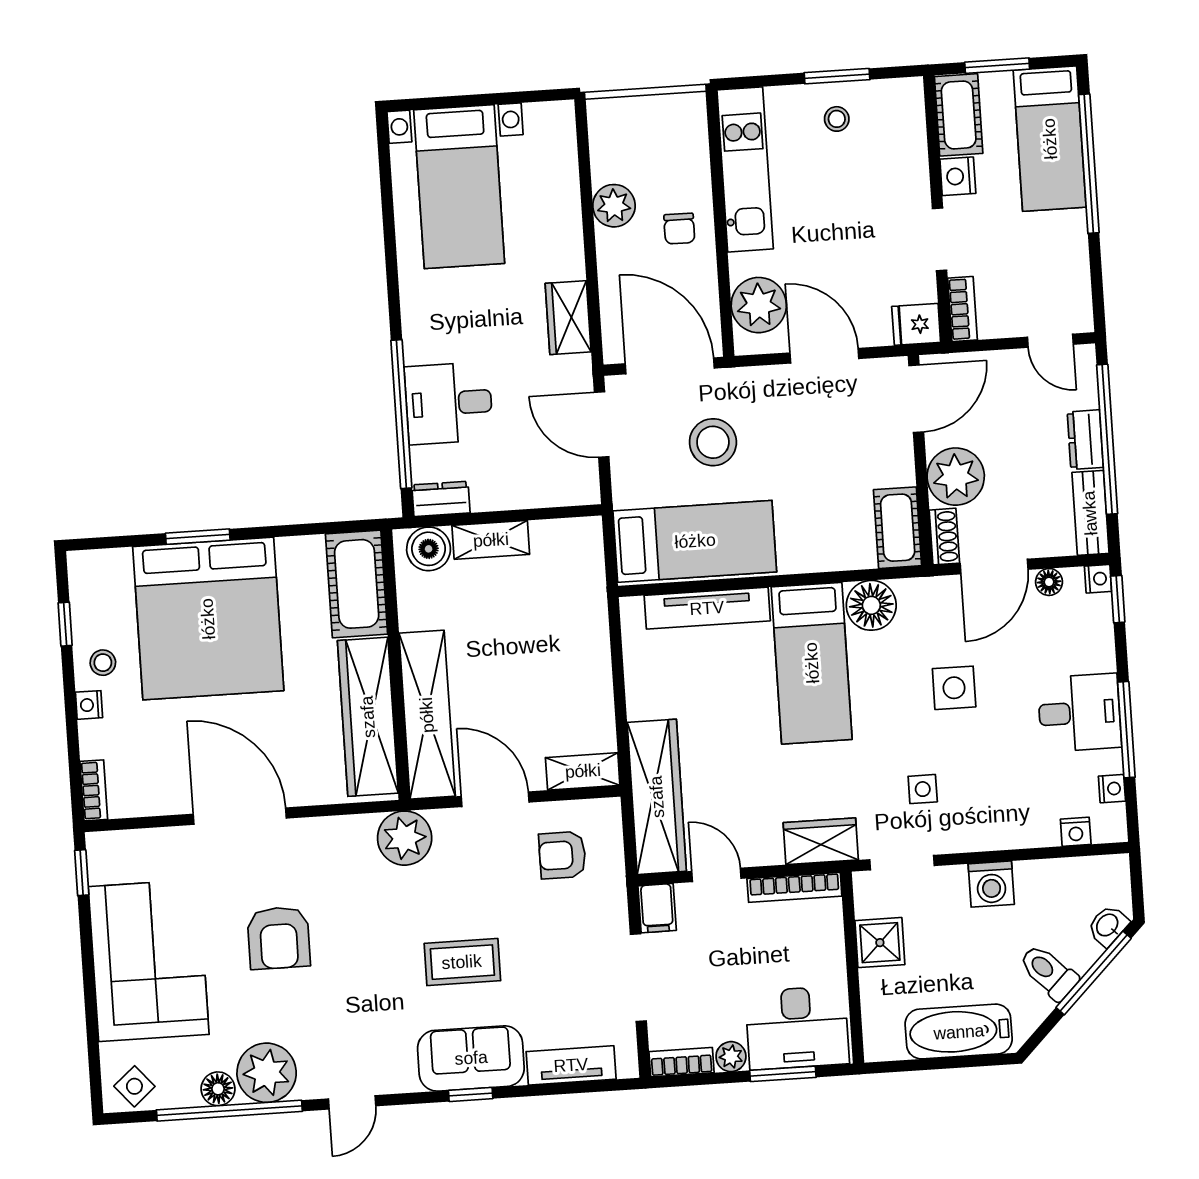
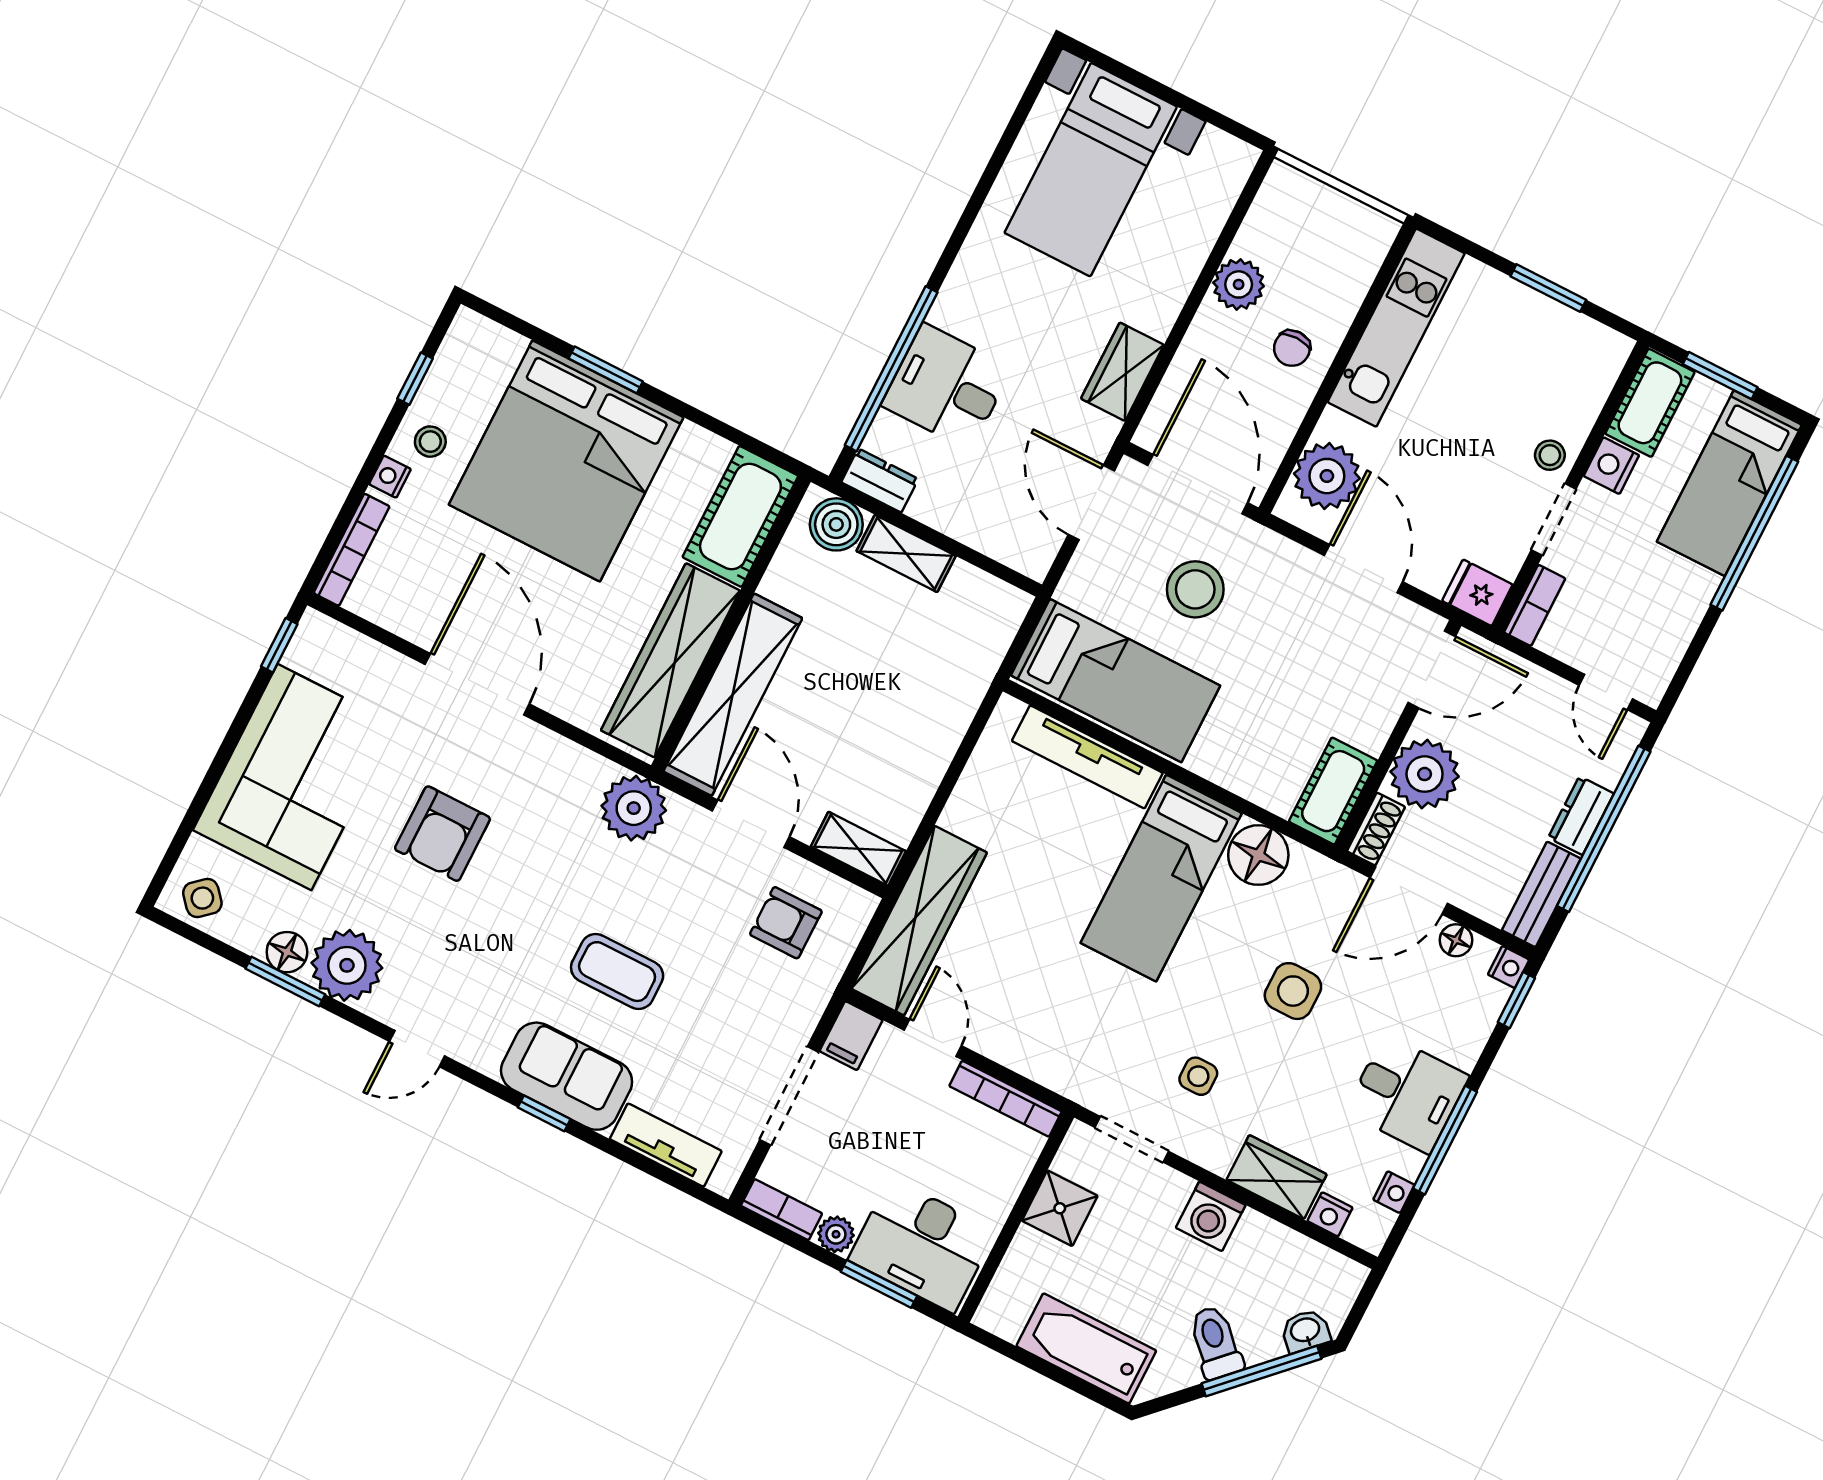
stool: (837, 119) -> (1550, 455), moved
bookcase: (94, 790) -> (352, 550), width x1.56
wardrobe: (821, 841) -> (1277, 1177), moved
window: (229, 1111) -> (285, 981), width x0.47

